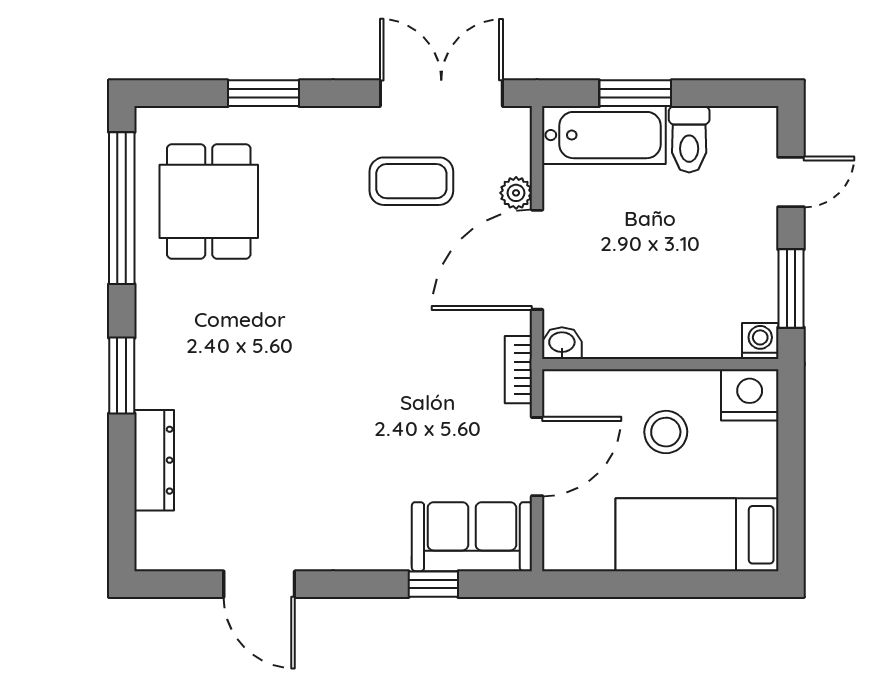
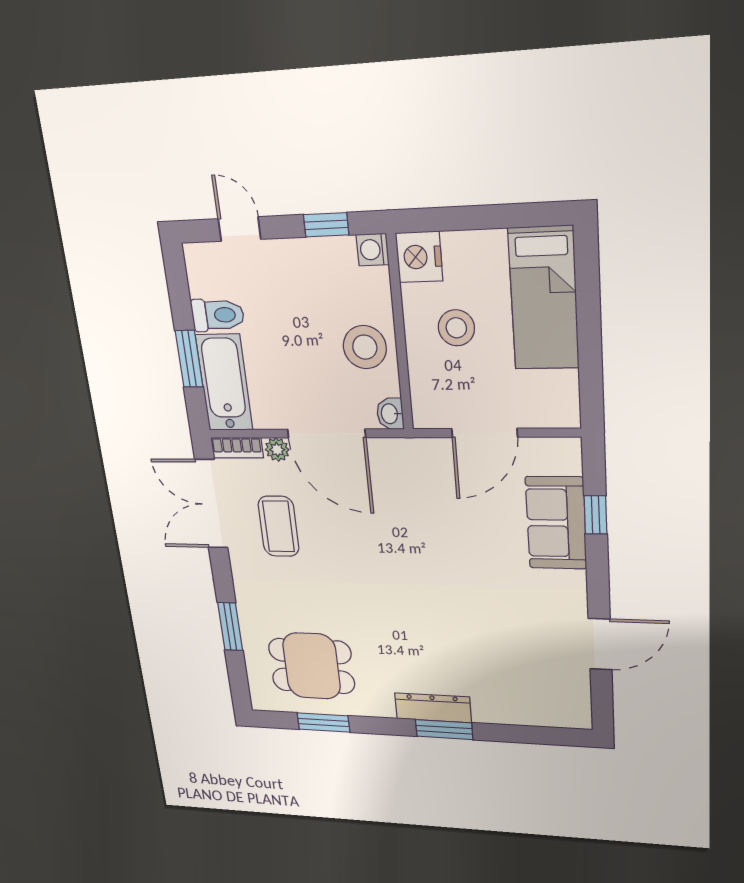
window: (122, 208) -> (323, 723), width x0.47
window: (791, 288) -> (326, 225), width x0.67
stool: (645, 320) -> (365, 347), added
bookcase: (518, 370) -> (237, 448), moved
door: (537, 457) -> (484, 433), swing flipped
dresser: (154, 460) -> (433, 708), moved
sofa: (472, 537) -> (556, 523), moved

